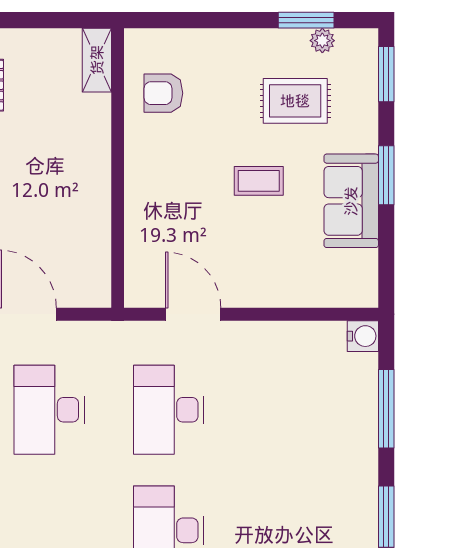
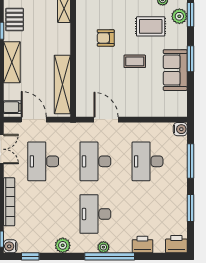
plant: (361, 78) -> (179, 16), added
armchair: (163, 93) -> (106, 38), moved
shelving: (93, 234) -> (62, 84), added
desk: (288, 410) -> (148, 161), added

